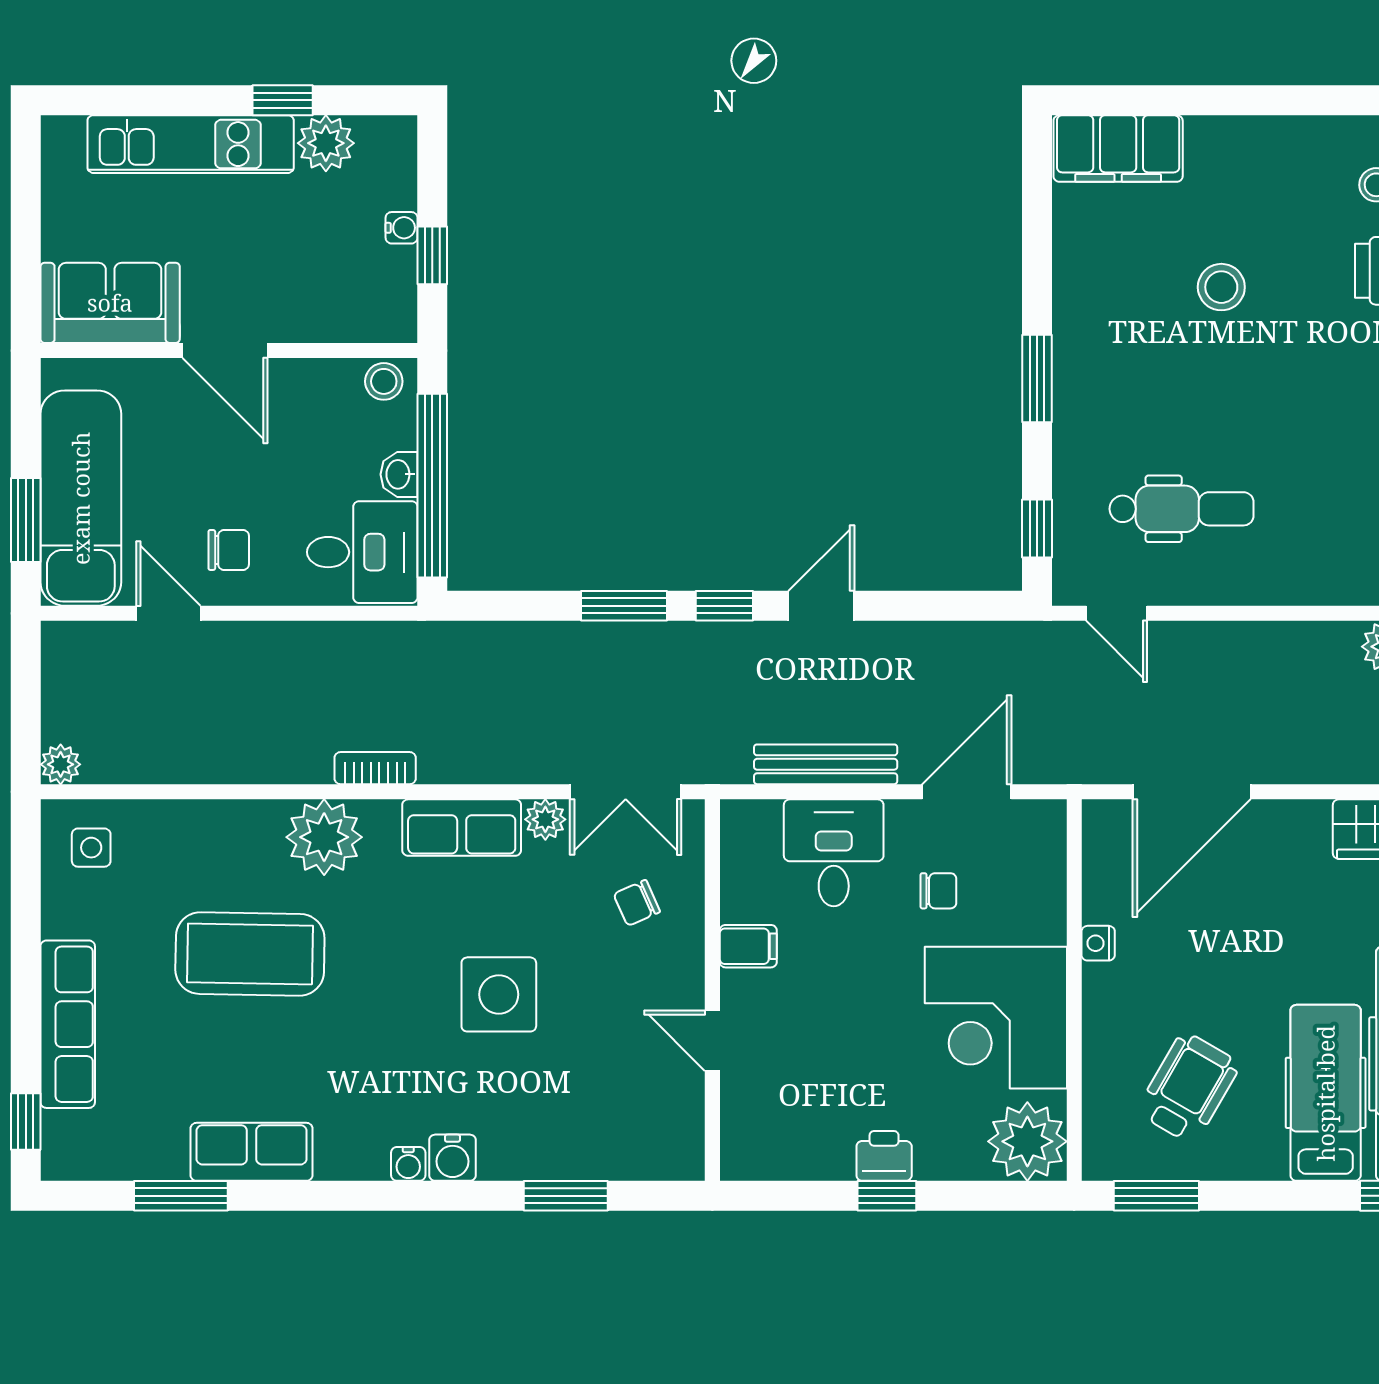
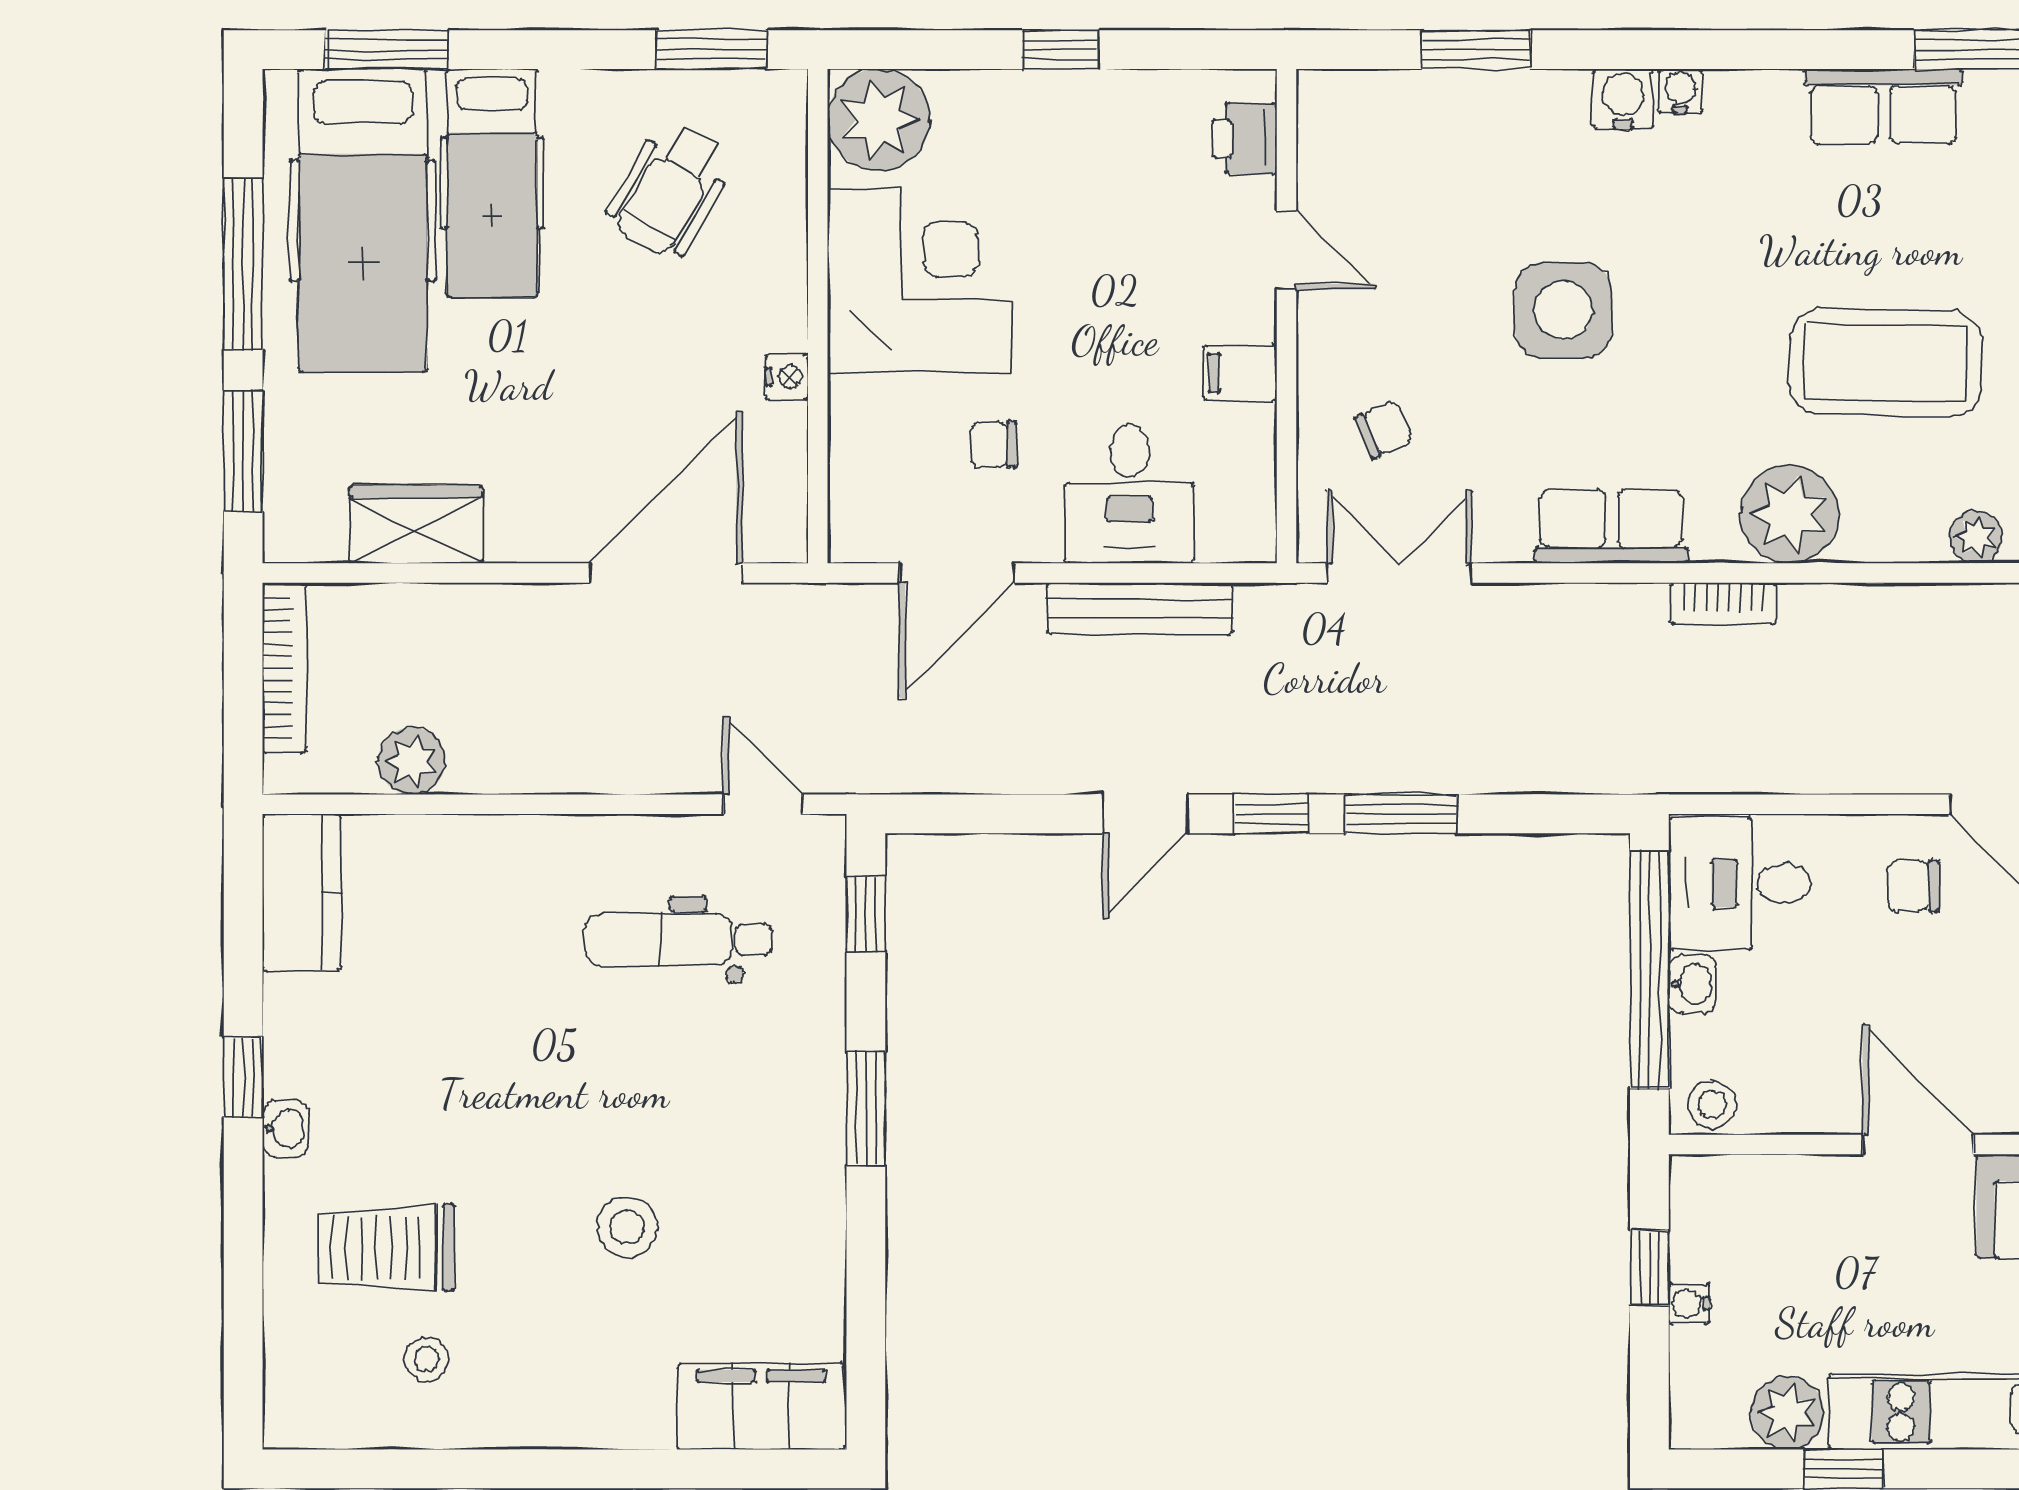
plant: (545, 819) -> (1976, 537), moved
printer: (884, 1156) -> (1245, 139), moved, turned 90

